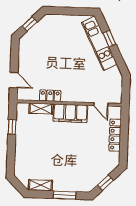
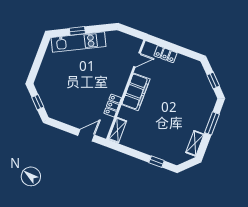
shelving: (41, 109) -> (118, 130), moved
window: (12, 127) -> (157, 162), moved
locker: (115, 135) -> (165, 54), width x0.66

